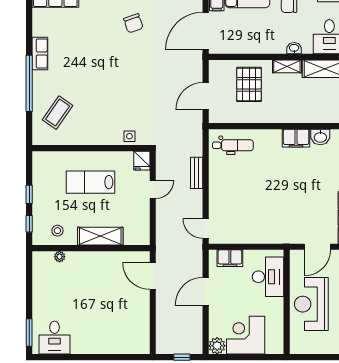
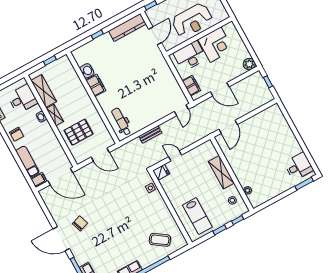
lab bench: (90, 182) -> (197, 216), moved
door: (317, 247) -> (155, 36), hinge flipped
corner desk: (246, 335) -> (216, 45), moved, turned -90

